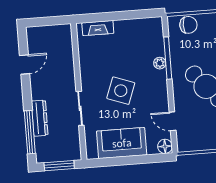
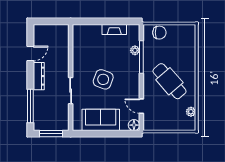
fireplace: (98, 28) -> (114, 30), moved
plant: (160, 63) -> (135, 50), moved
dresser: (40, 118) -> (39, 76), moved

